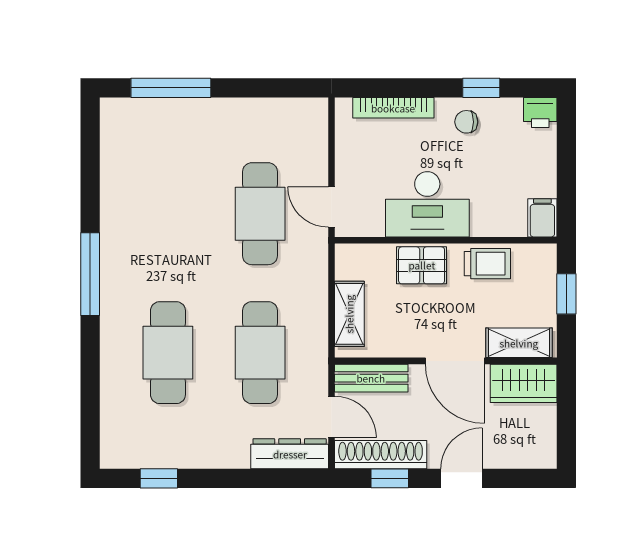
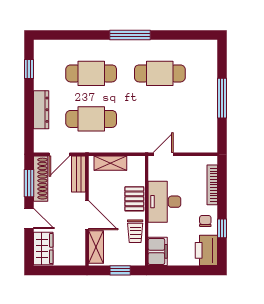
window: (171, 88) -> (222, 98), moved
printer: (540, 113) -> (206, 250), width x1.87, depth x1.48
cafe table: (260, 214) -> (160, 73), moved
filing cabinet: (542, 218) -> (158, 251), width x2.00
door: (455, 361) -> (87, 215), swing flipped
wardrobe: (524, 383) -> (43, 249), moved, turned 180
dresser: (290, 454) -> (41, 110), moved
window: (390, 478) -> (29, 183), width x1.50

